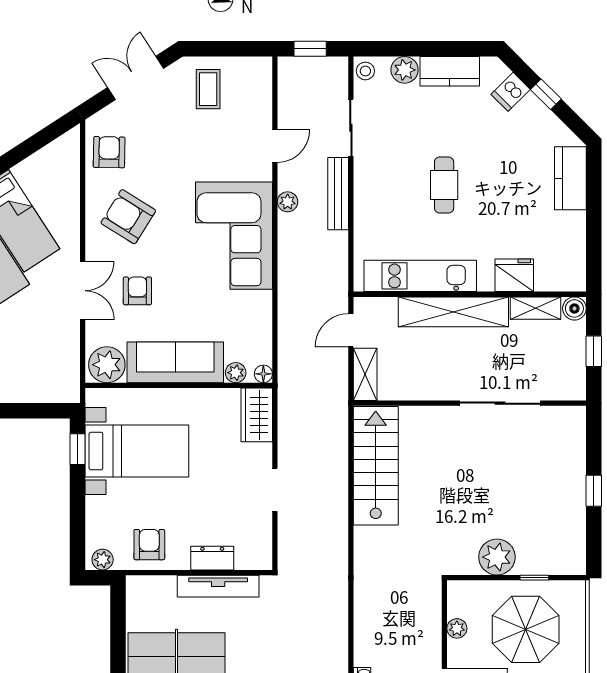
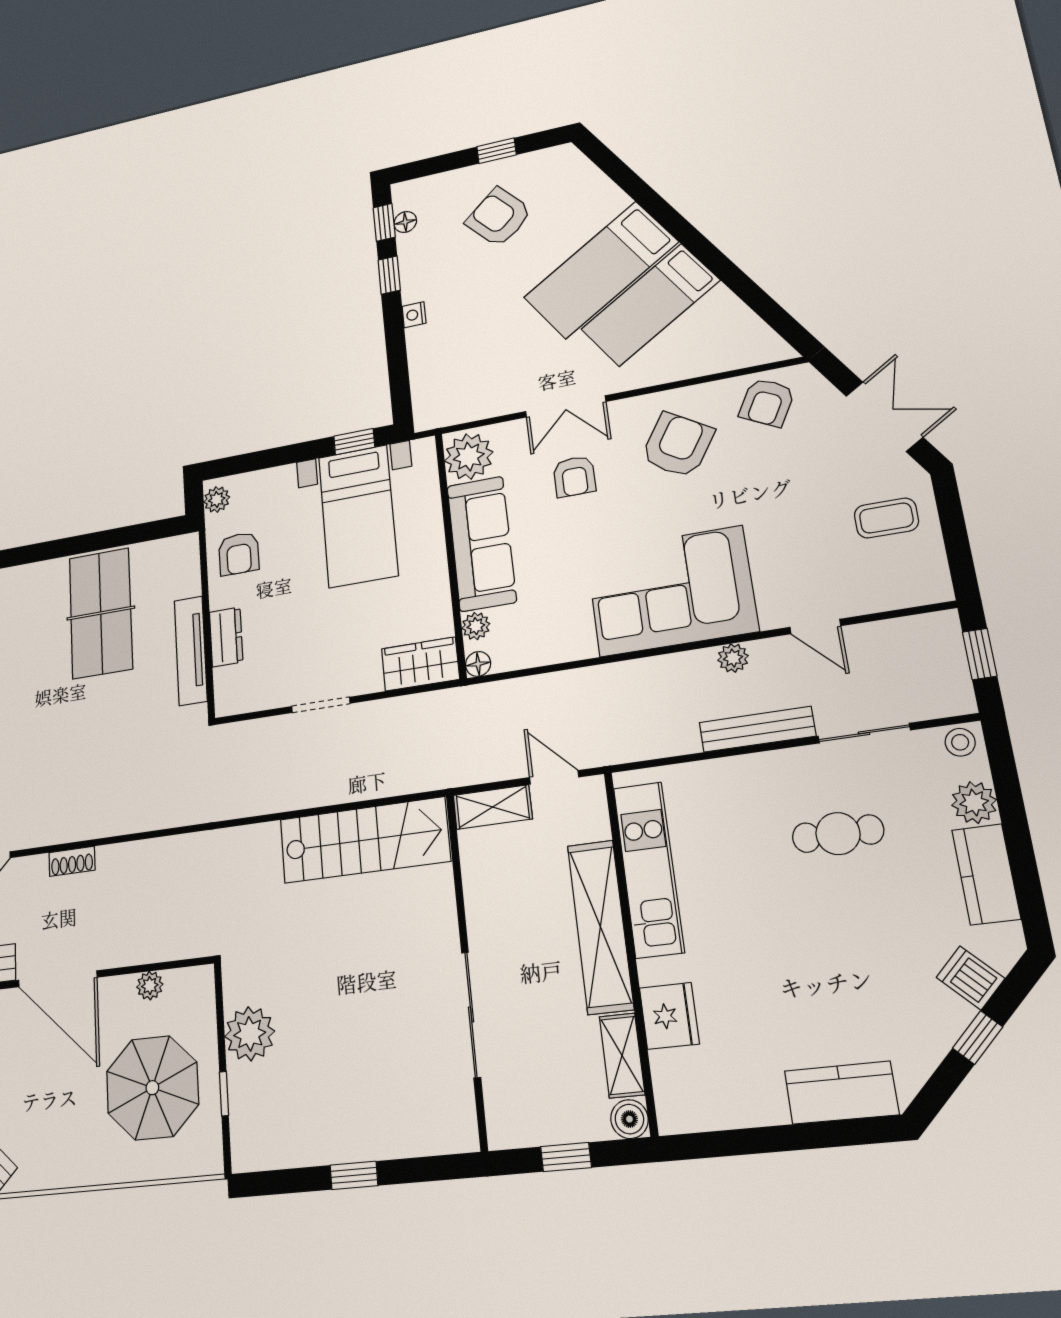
armchair: (109, 152) -> (767, 402), turned 117
cafe table: (444, 185) -> (838, 834), moved
armchair: (137, 291) -> (574, 476), turned 90
armchair: (149, 545) -> (239, 554), turned 90

